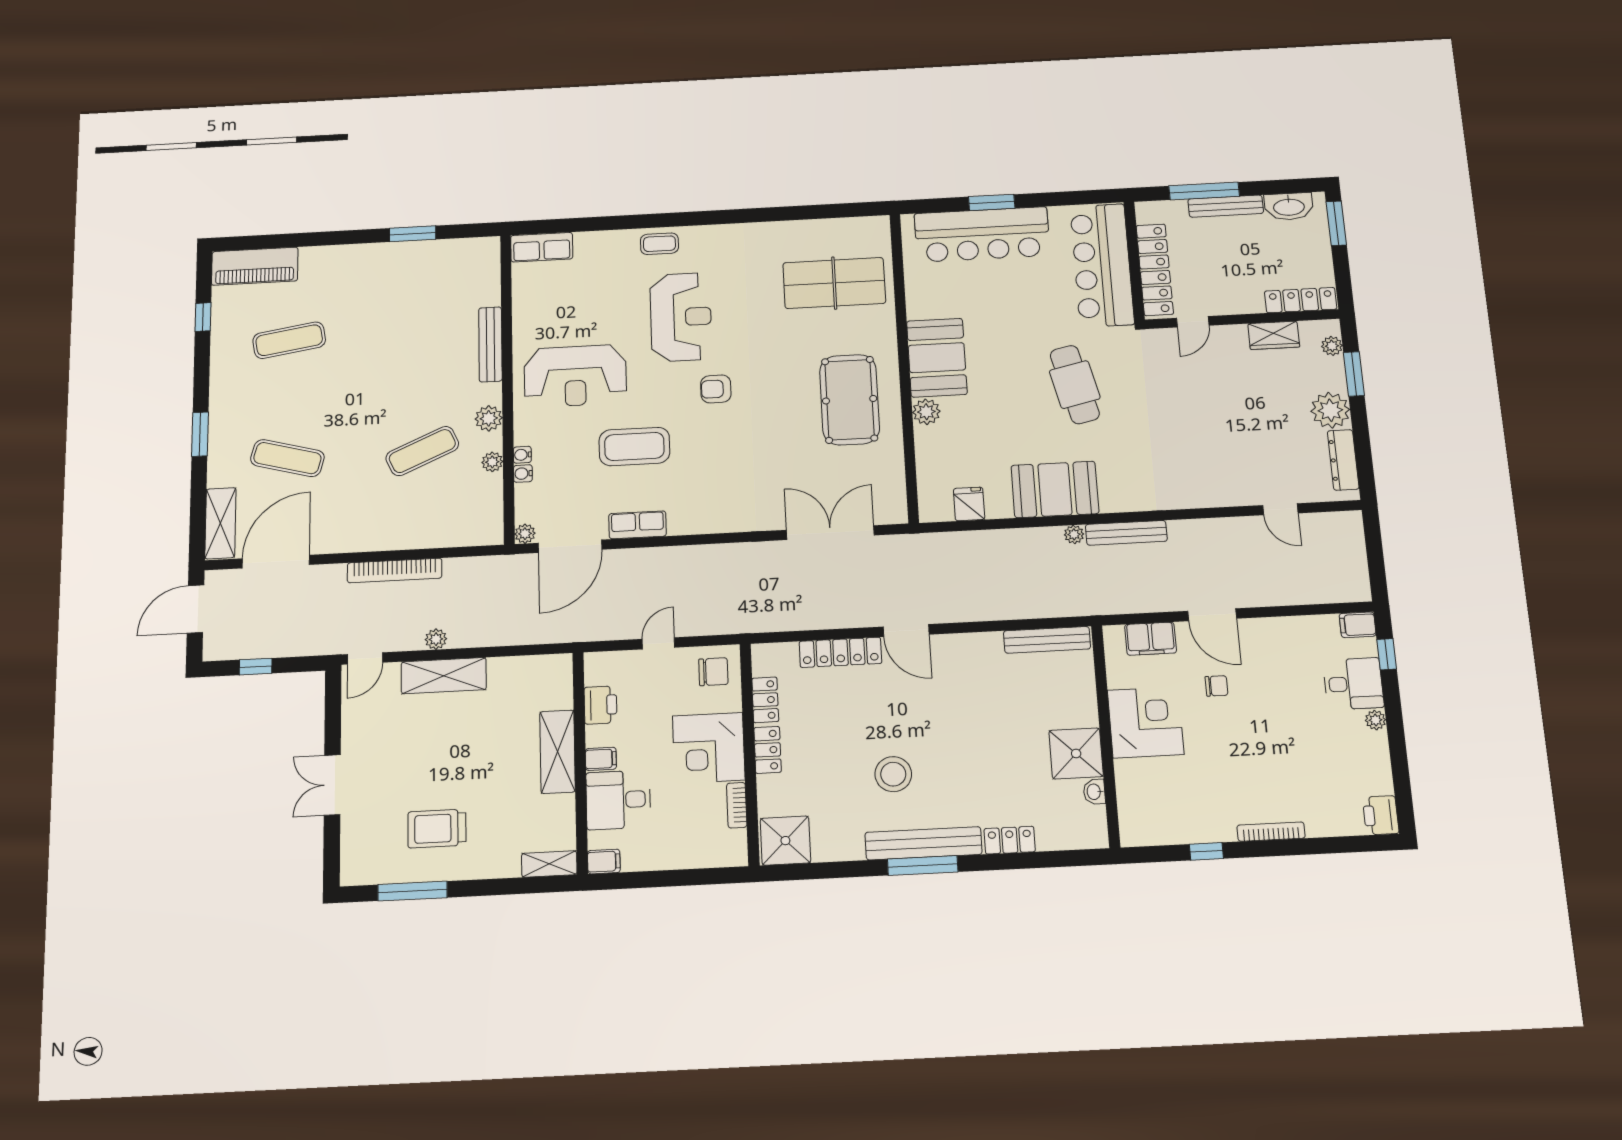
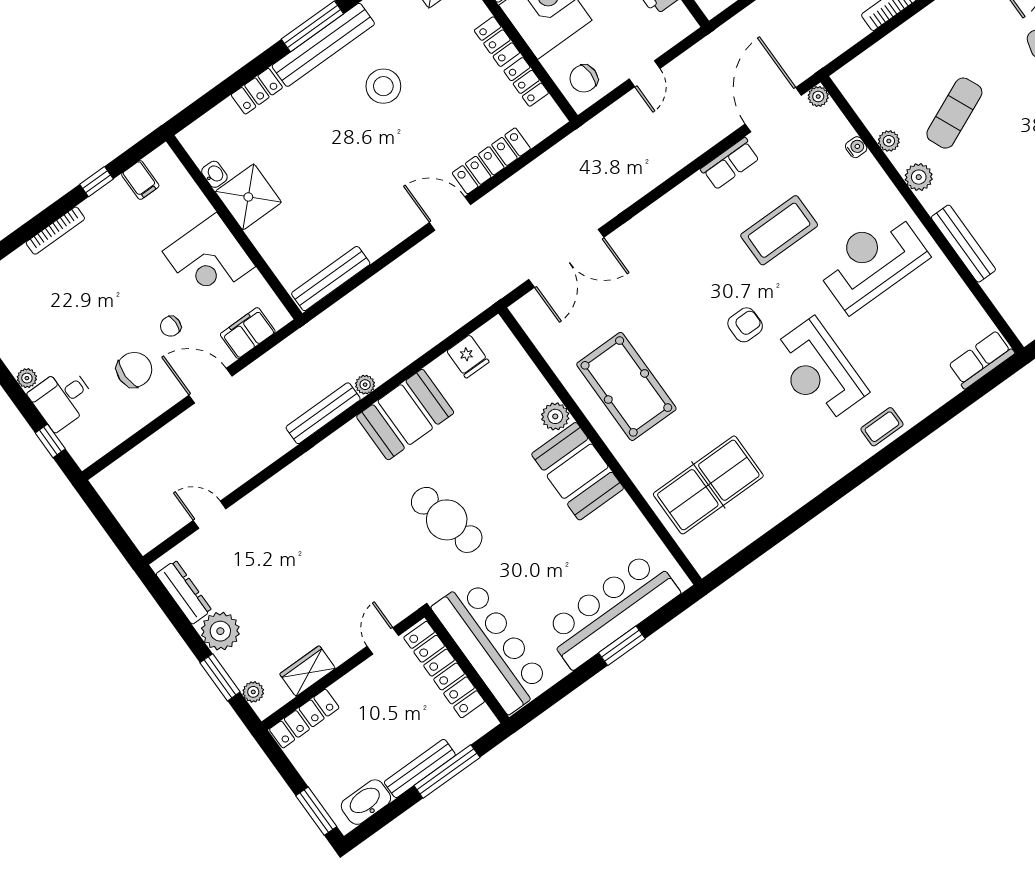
water cooler: (522, 455) -> (868, 163), removed
filing cabinet: (1358, 625) -> (140, 180), moved, turned 90
chair: (1273, 669) -> (134, 370), added

